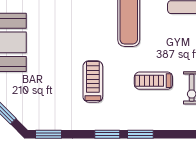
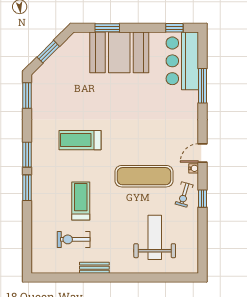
treadmill: (93, 81) -> (80, 140), turned 180

